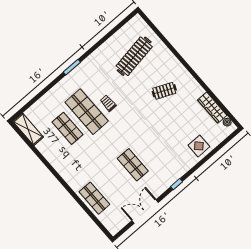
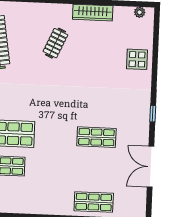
trolley: (108, 103) -> (18, 106), removed
wardrobe: (212, 108) -> (93, 13), moved

